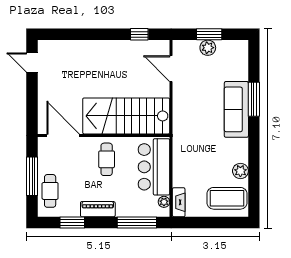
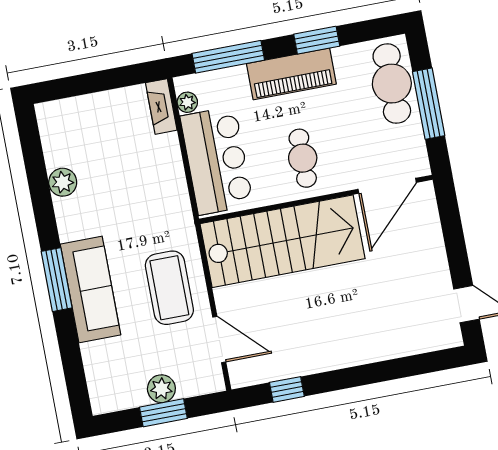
window: (254, 99) -> (57, 280), moved
door: (63, 135) -> (387, 186), hinge flipped
cafe table: (50, 191) -> (392, 84), width x1.37, depth x1.35
coffee table: (227, 198) -> (169, 288), moved, turned 90
piano: (98, 209) -> (291, 74), width x1.37, depth x1.33
window: (72, 222) -> (317, 40), moved

